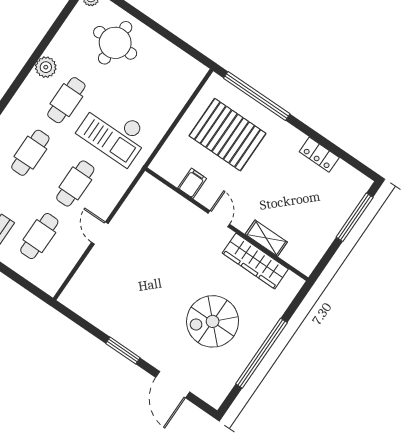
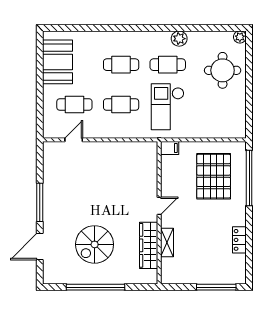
filing cabinet: (192, 183) -> (170, 148), moved
door: (100, 233) -> (74, 140), moved
spiral stairs: (213, 321) -> (95, 244), turned -90
window: (123, 351) -> (40, 202), width x1.44

